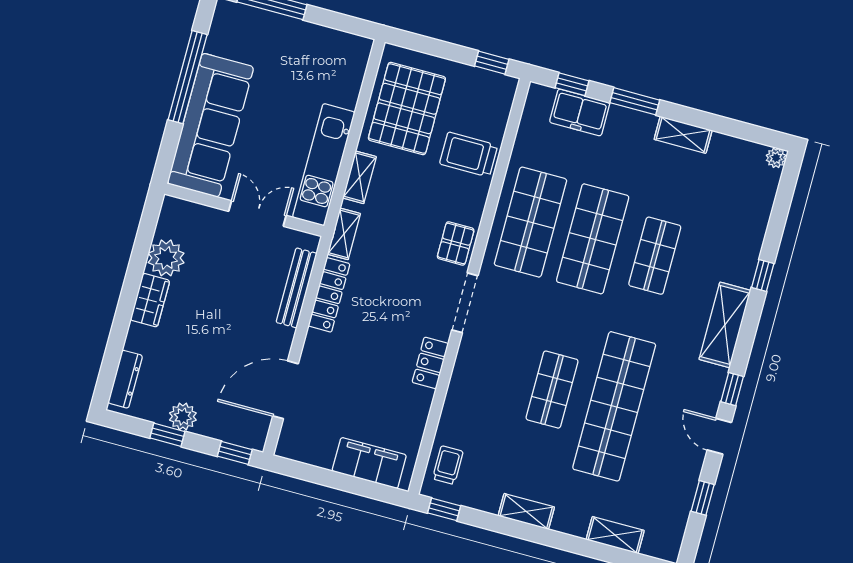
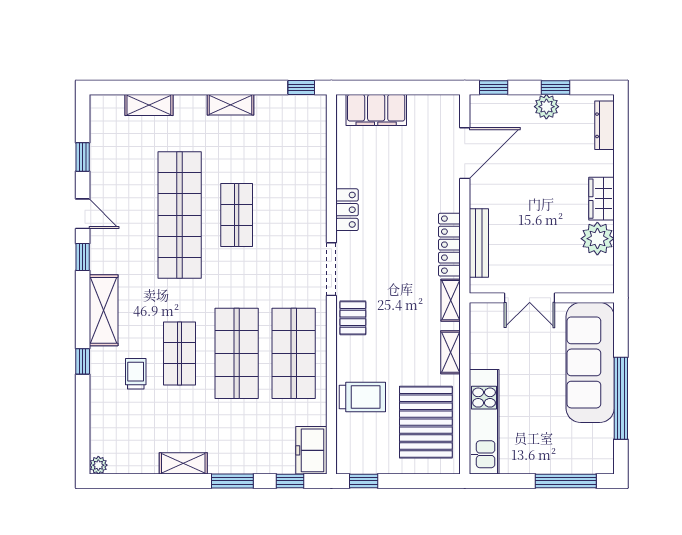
freezer: (580, 112) -> (311, 450), moved, turned -90
kitchen unit: (324, 165) -> (484, 422), moved
trolley: (448, 465) -> (136, 374), moved, turned 180

